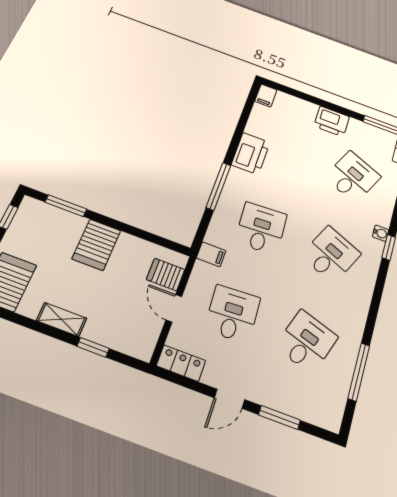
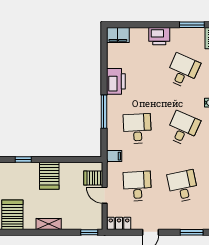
filing cabinet: (266, 96) -> (118, 35), width x2.00
window: (66, 206) -> (23, 160), width x0.67
desk: (307, 342) -> (183, 186), turned -30
window: (93, 347) -> (89, 232), moved
window: (279, 418) -> (192, 232), moved

